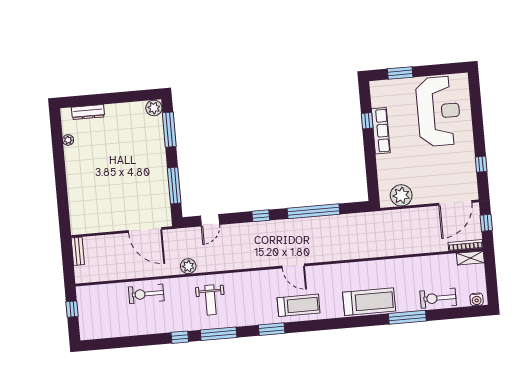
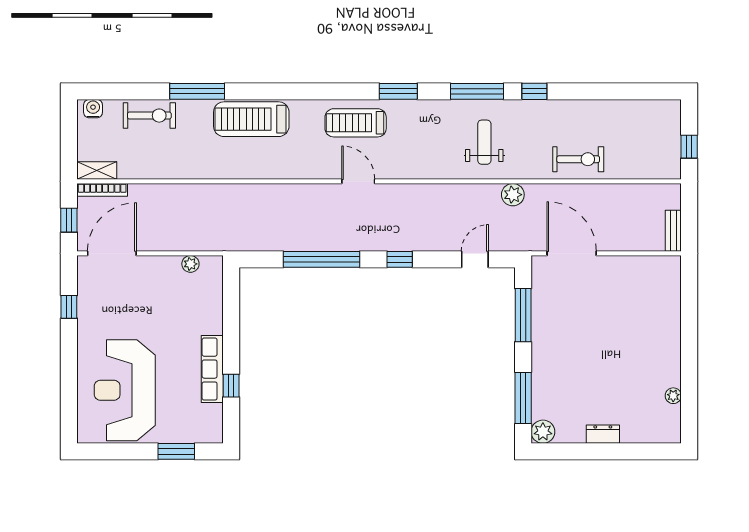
dresser: (88, 112) -> (603, 434), moved, width x0.70
plant: (401, 195) -> (190, 264), width x0.53, depth x0.53

